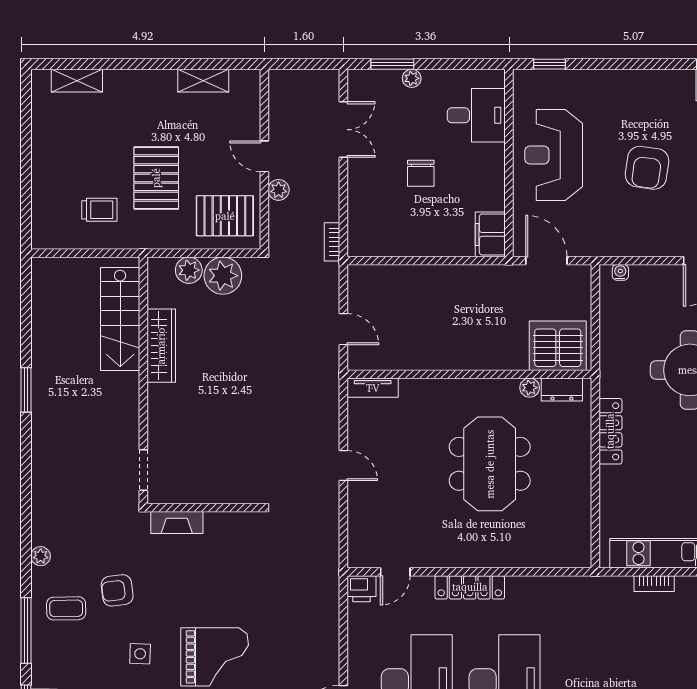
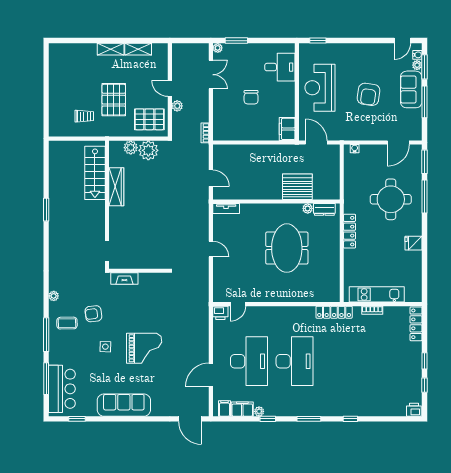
plant: (412, 78) -> (218, 48), moved
shelving: (77, 81) -> (111, 49), moved
server rack: (558, 346) -> (297, 187), moved
locker: (470, 587) -> (334, 312), moved

